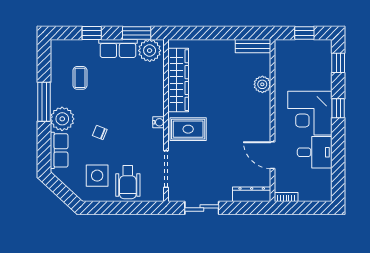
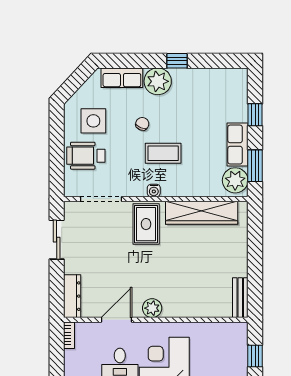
coffee table: (80, 78) -> (163, 153), moved, width x1.36, depth x1.30
plant: (262, 84) -> (152, 308), moved
window: (44, 102) -> (177, 61), width x0.46

